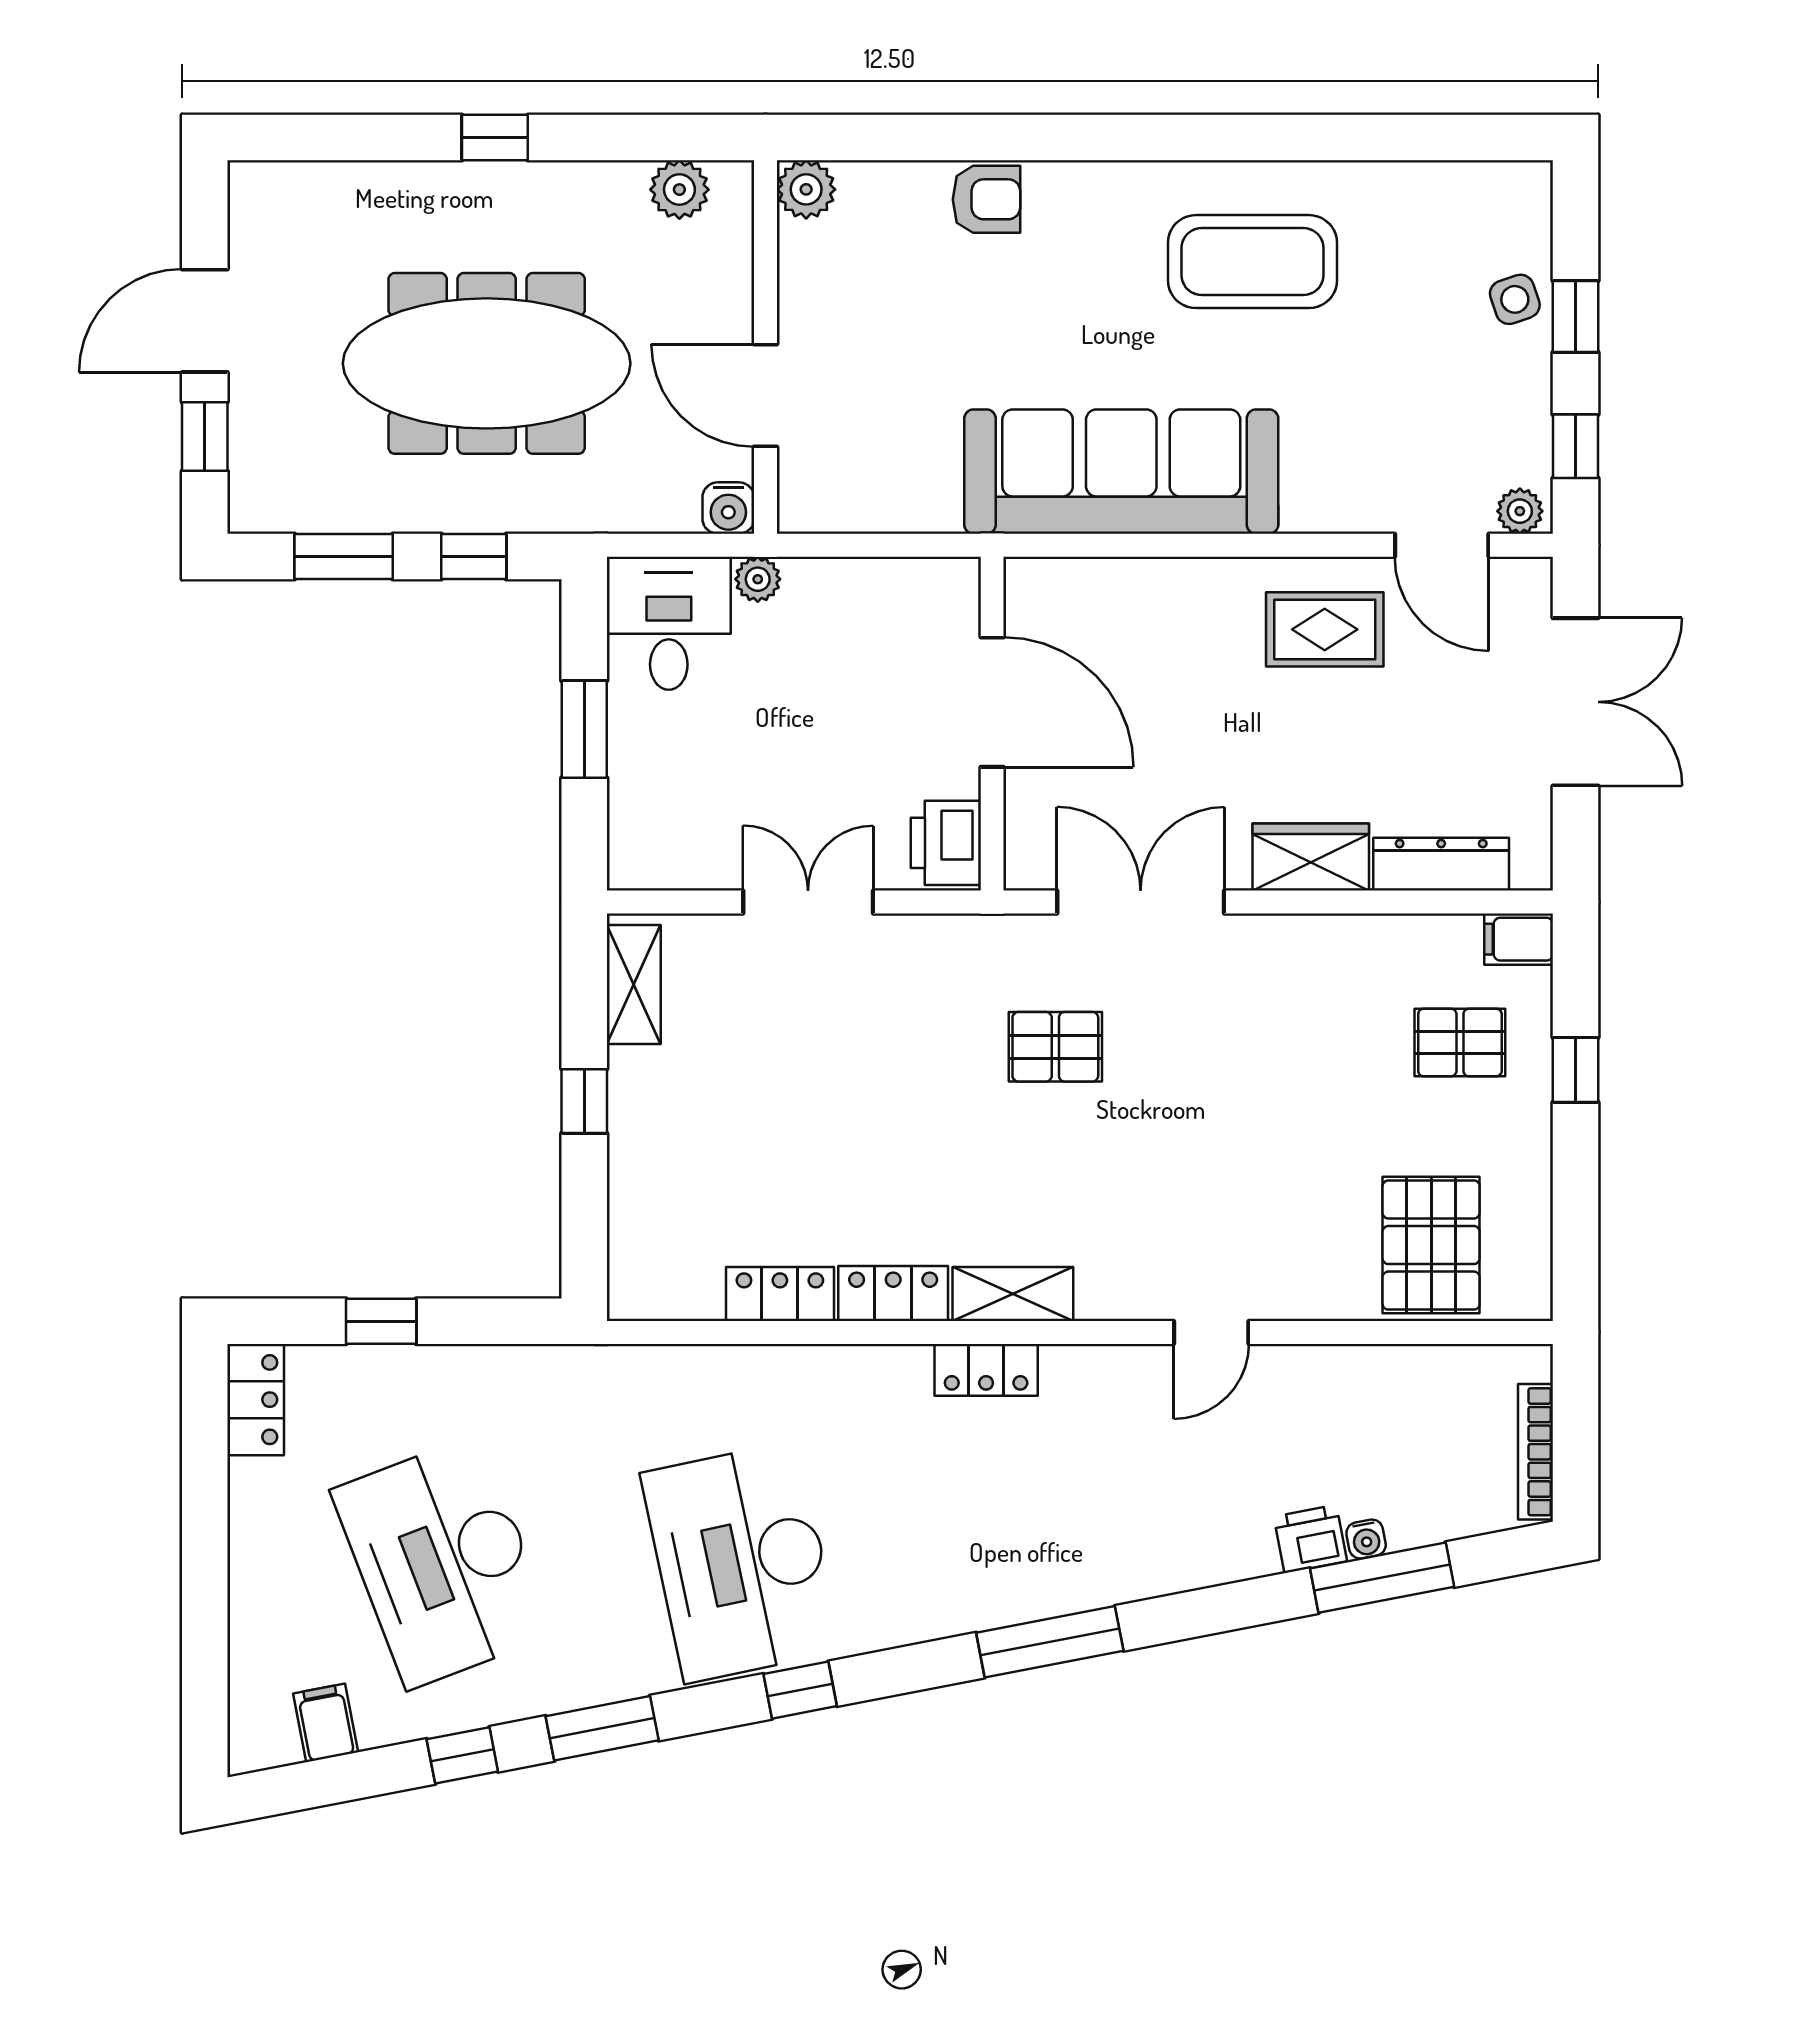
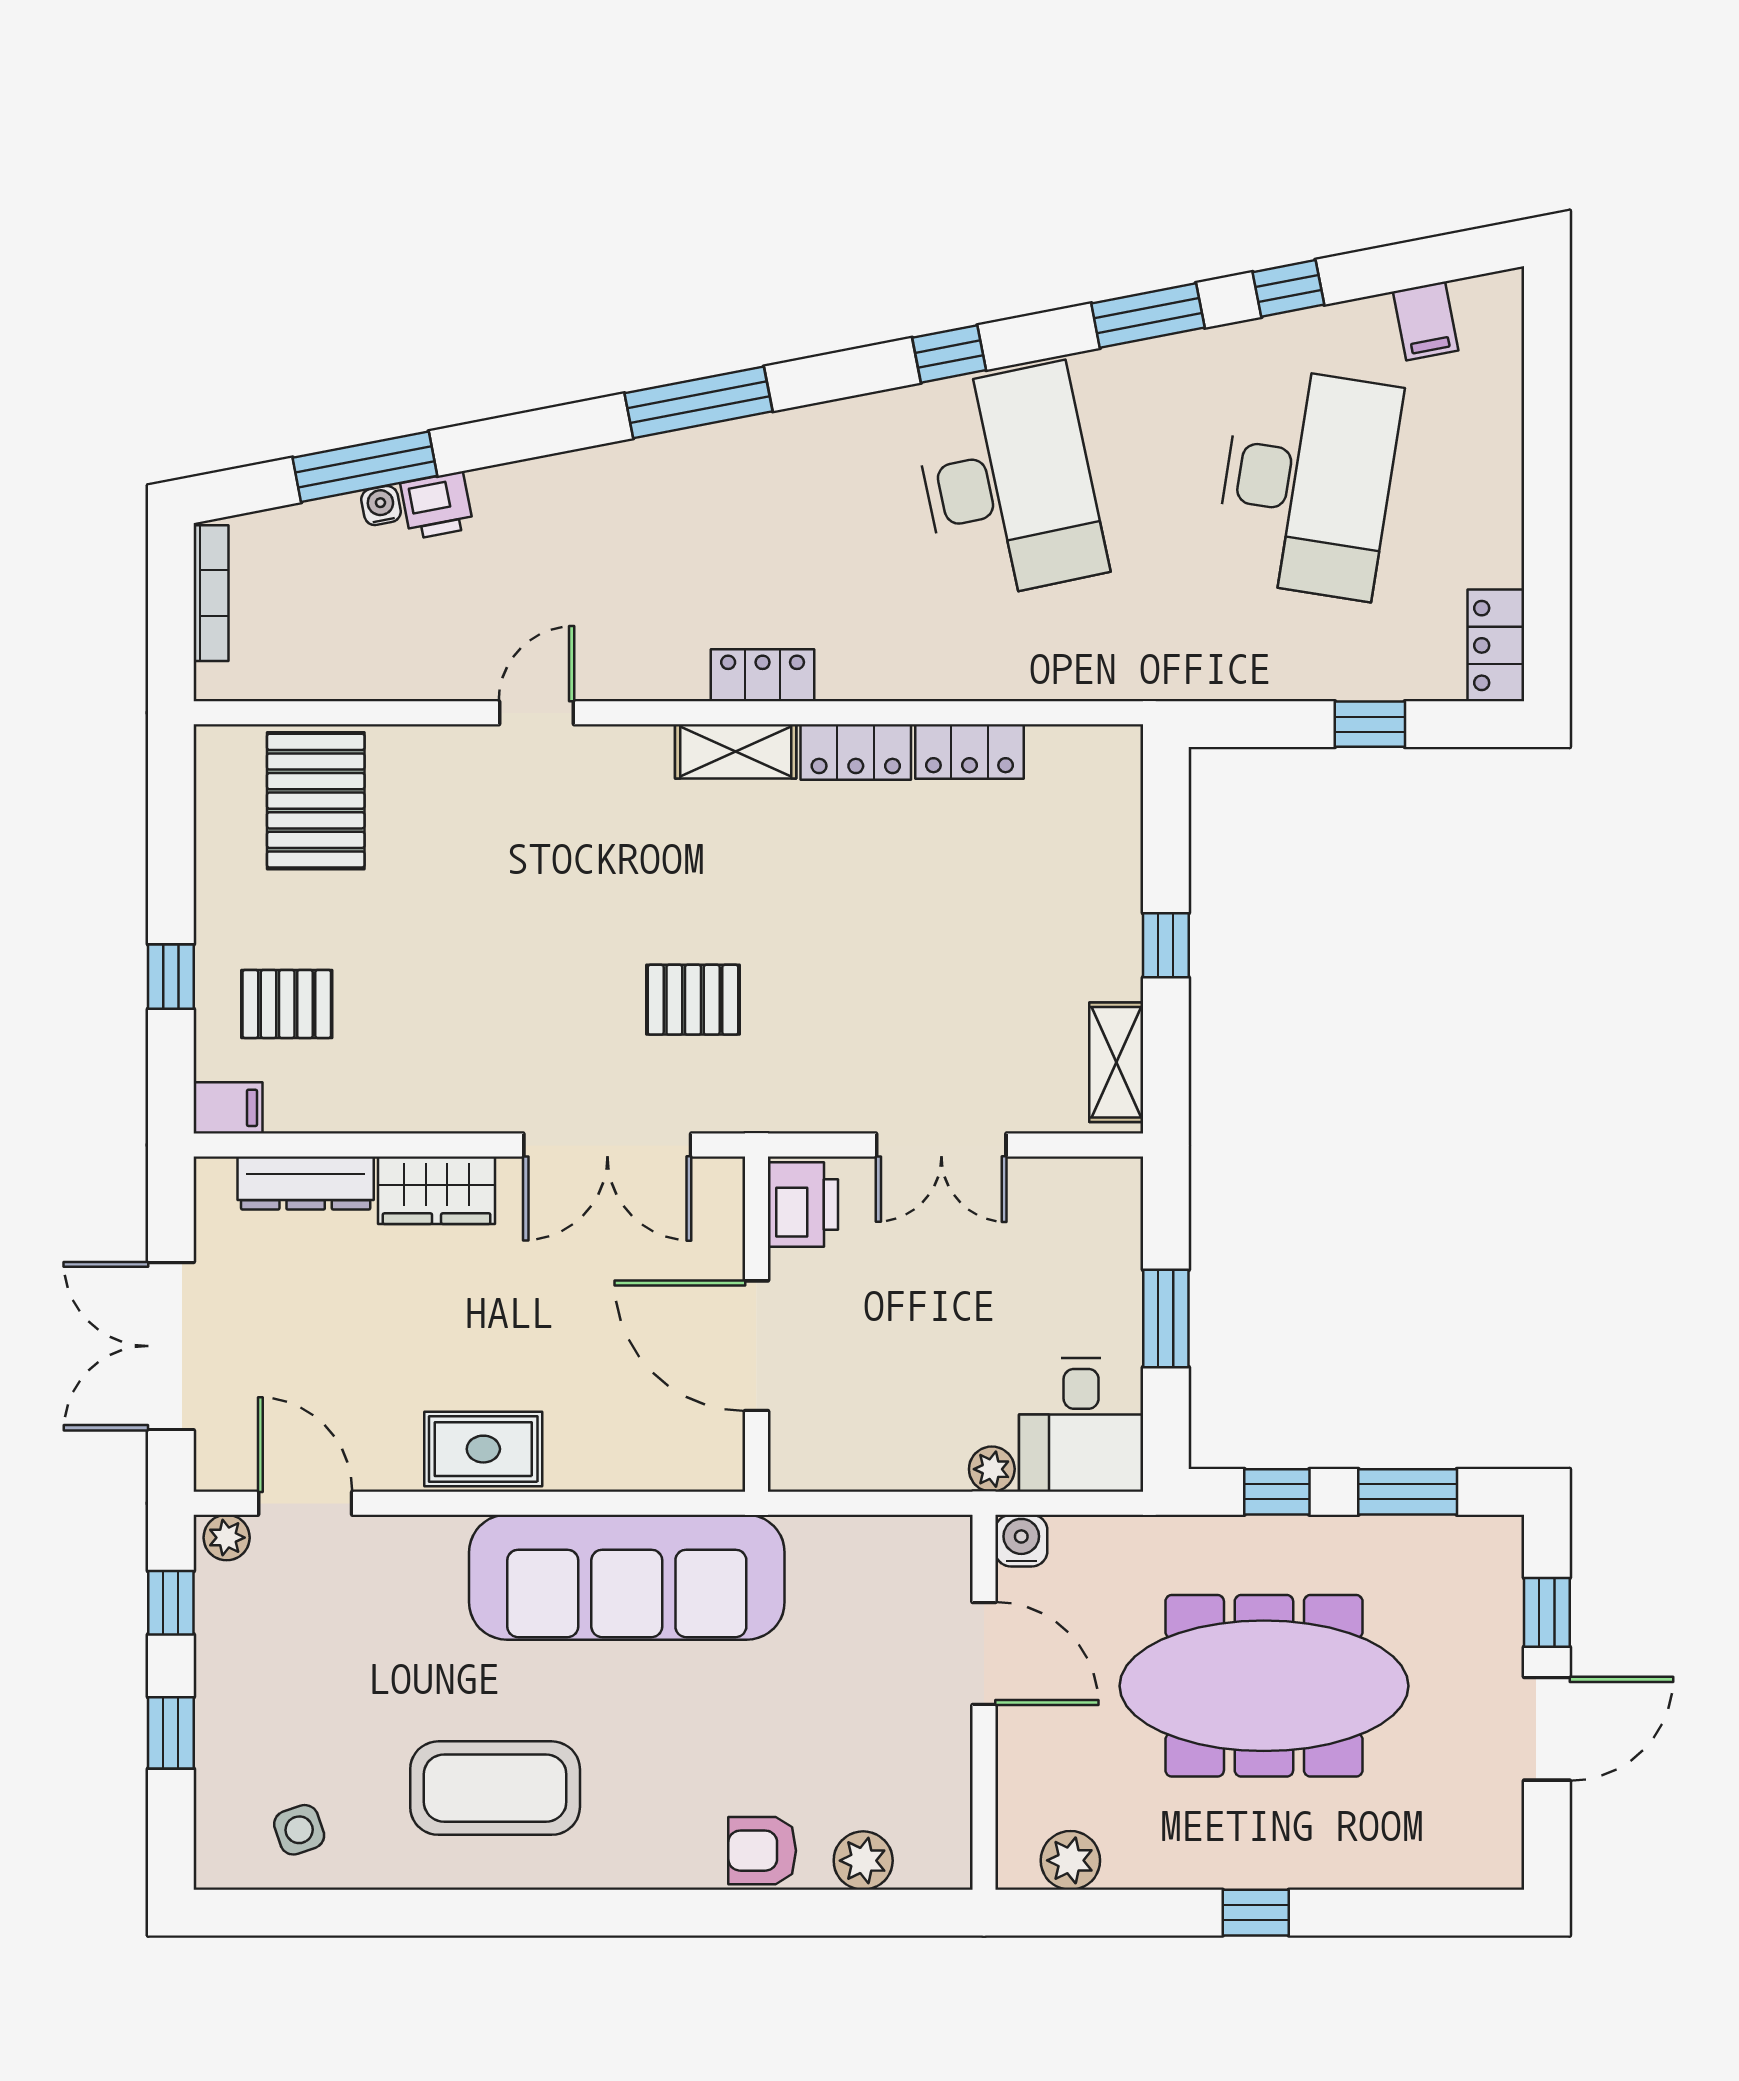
plant: (806, 189) -> (863, 1861), moved
side table: (1515, 299) -> (299, 1830), moved
rug: (1325, 629) -> (483, 1449), moved
desk: (443, 1562) -> (1308, 483), turned 30

